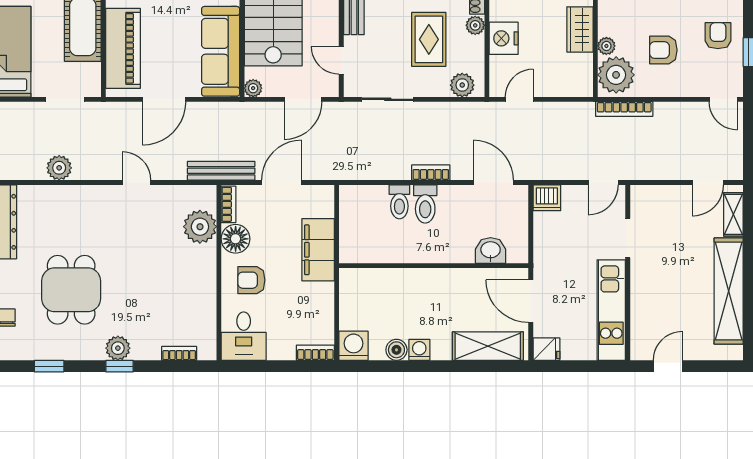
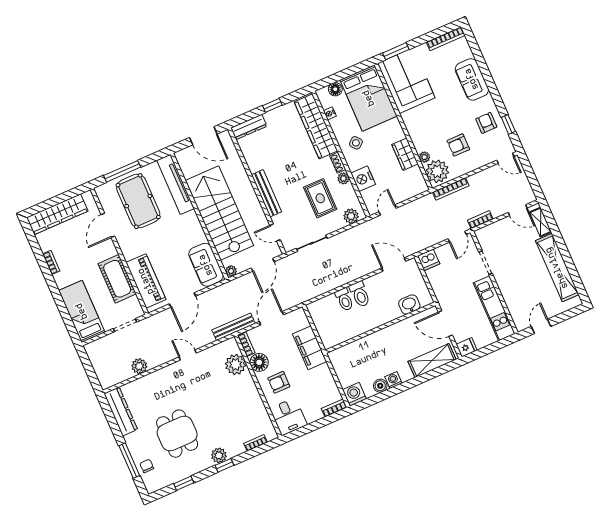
sofa: (221, 51) -> (206, 265), width x0.73
bookcase: (431, 173) -> (480, 220), moved
door: (708, 182) -> (518, 210), hinge flipped

